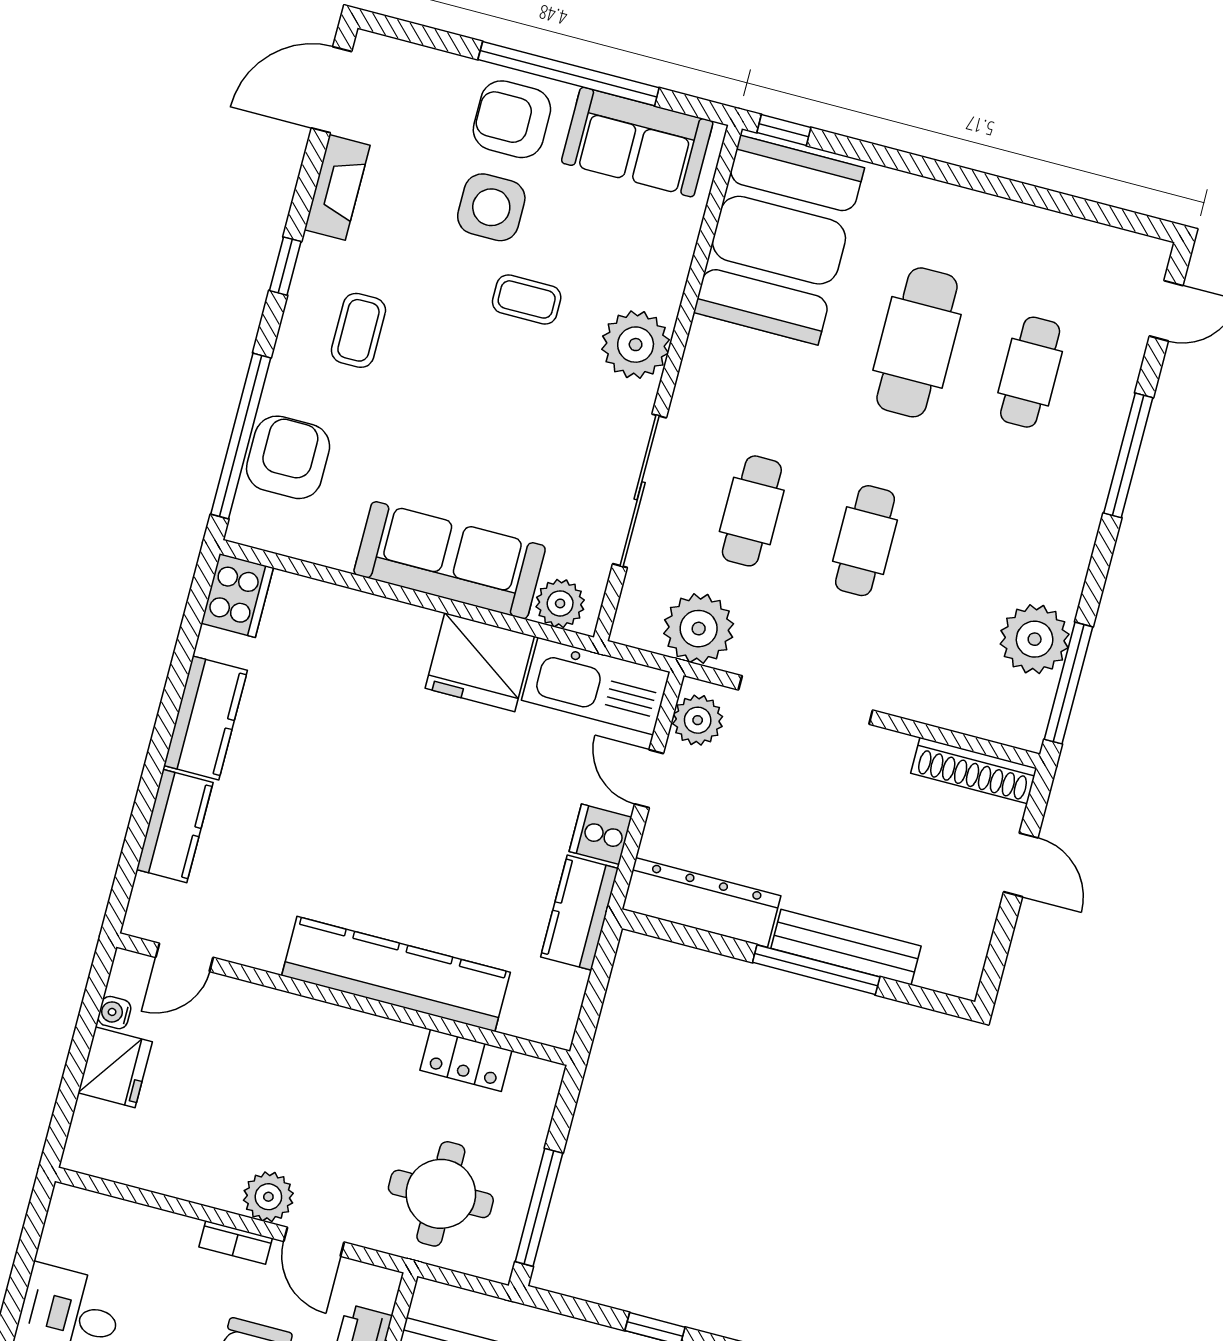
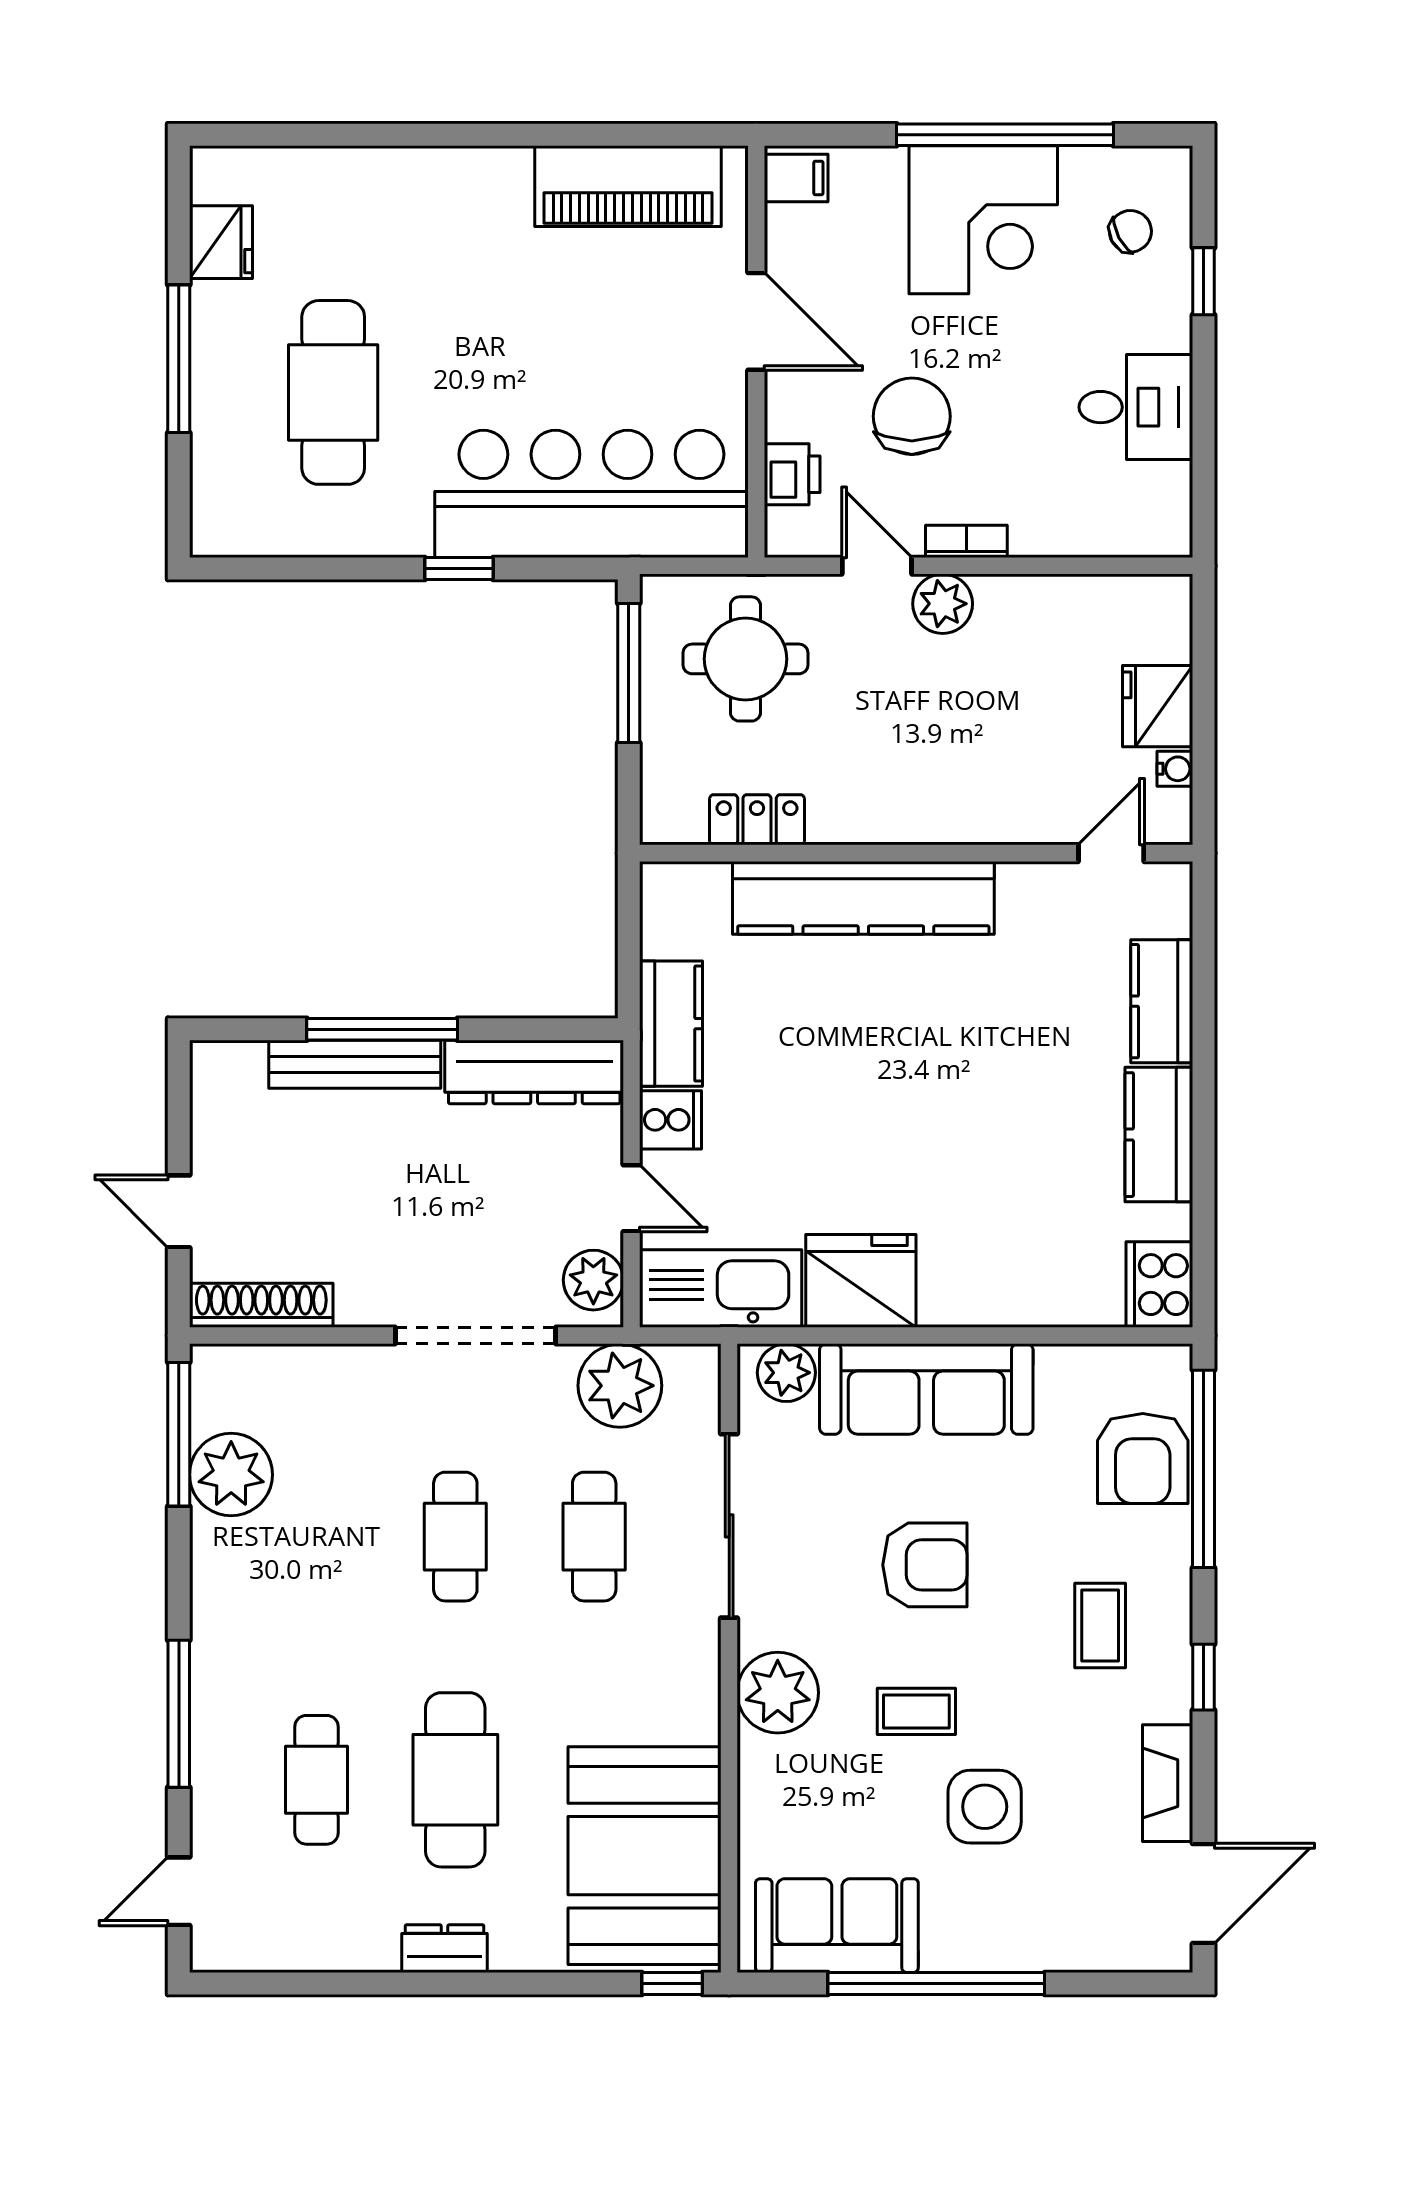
armchair: (512, 119) -> (925, 1565), moved
dresser: (962, 207) -> (445, 1949), added

